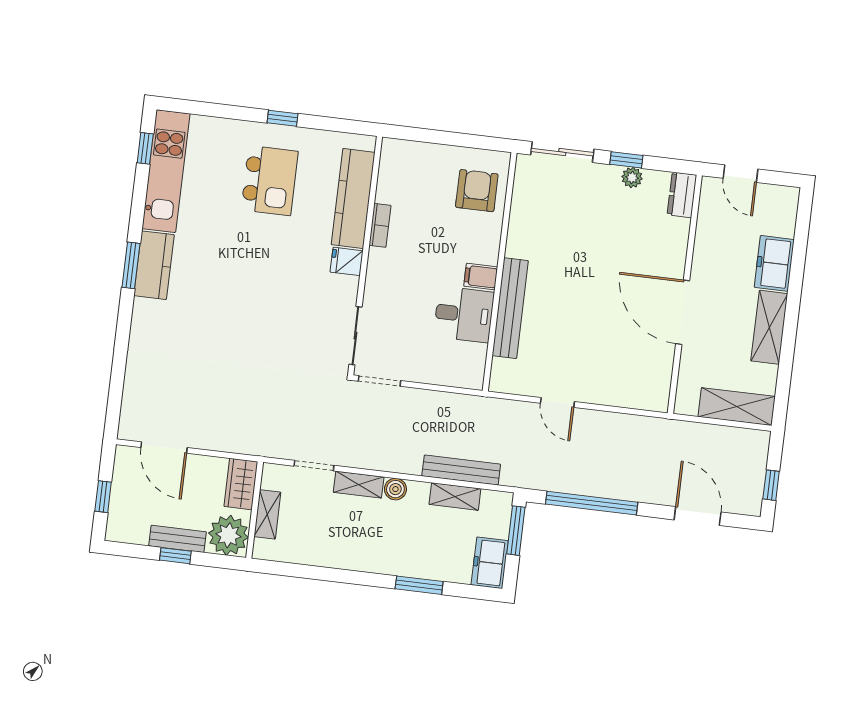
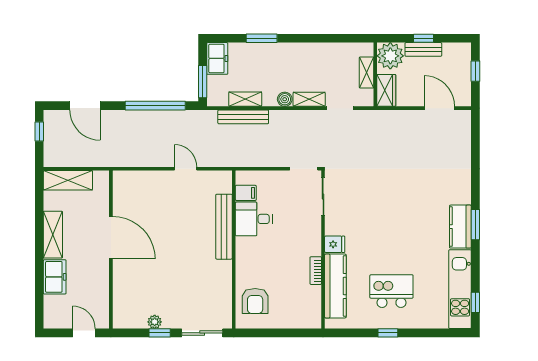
kitchen island: (270, 181) -> (391, 291), turned 90
dresser: (682, 195) -> (121, 314), removed
filing cabinet: (481, 277) -> (246, 193), moved

